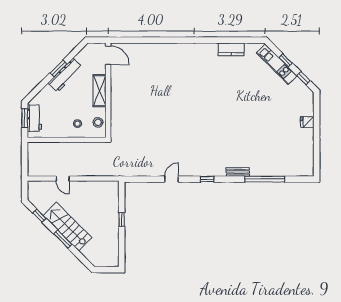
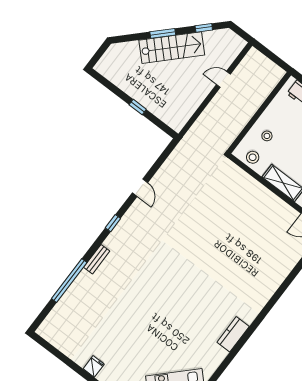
kitchen counter: (231, 49) -> (233, 334), moved

